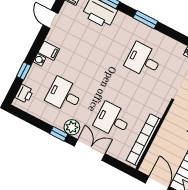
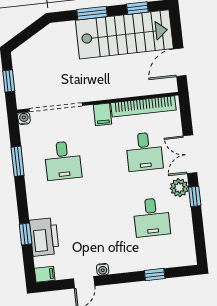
window: (146, 20) -> (18, 161), moved
filing cabinet: (49, 51) -> (103, 114), moved, turned 180
water cooler: (39, 60) -> (103, 269), moved
printer: (24, 94) -> (177, 259), removed

